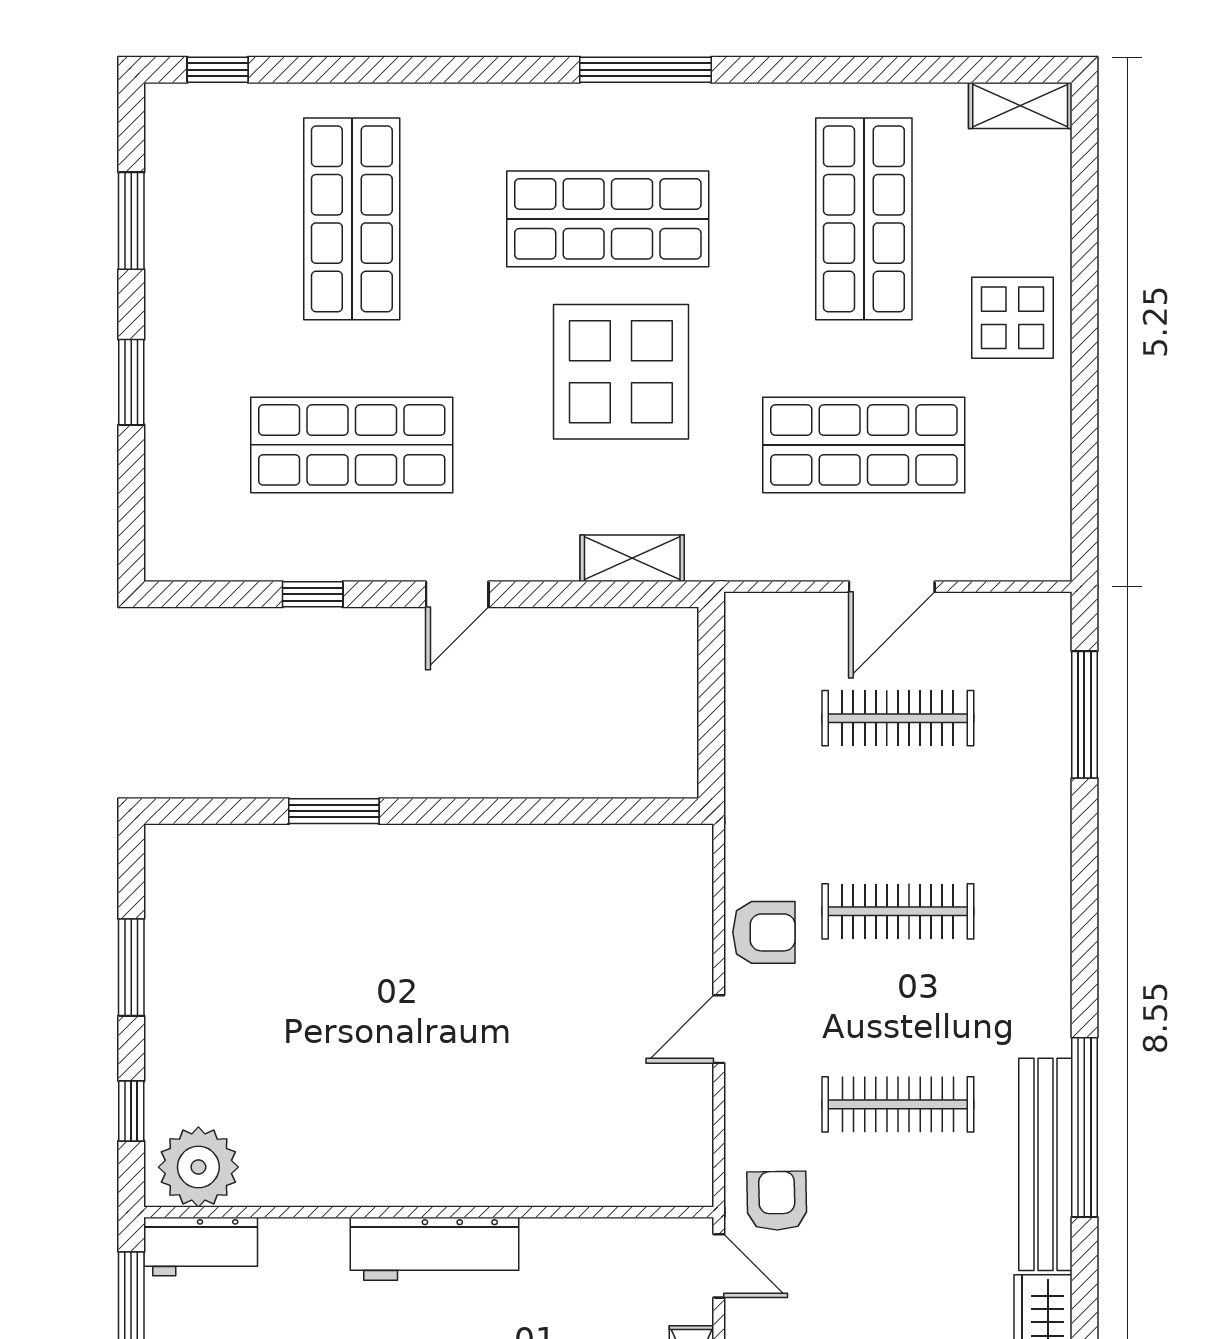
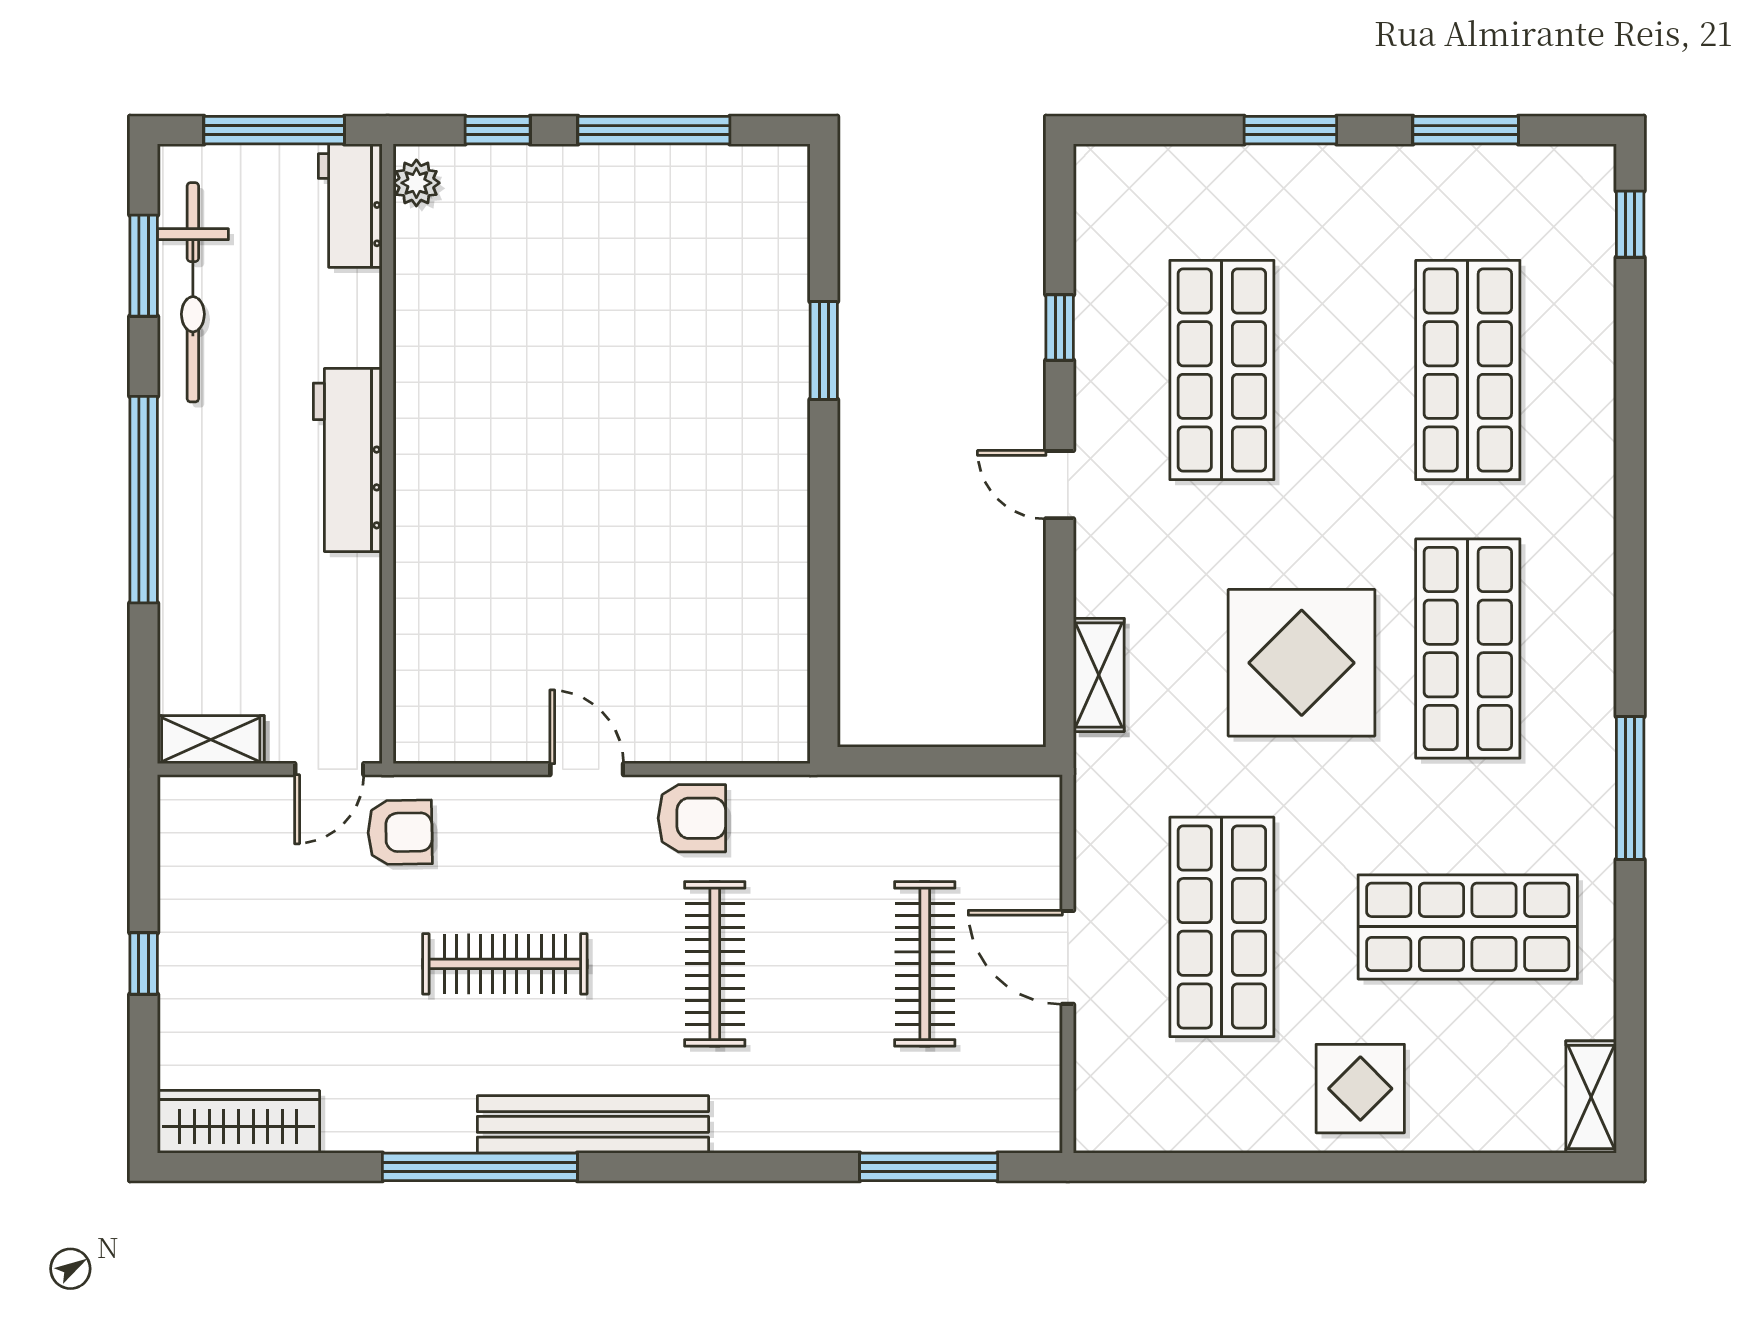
window: (645, 70) -> (1630, 788), moved
shop shelf: (352, 219) -> (1468, 370), turned 90
armchair: (764, 932) -> (692, 818), turned -90
window: (131, 967) -> (654, 130), width x1.44
clothes rail: (898, 1104) -> (505, 964), turned 90
bench: (1045, 1164) -> (593, 1124), moved
plant: (198, 1167) -> (416, 183), width x0.53, depth x0.53

